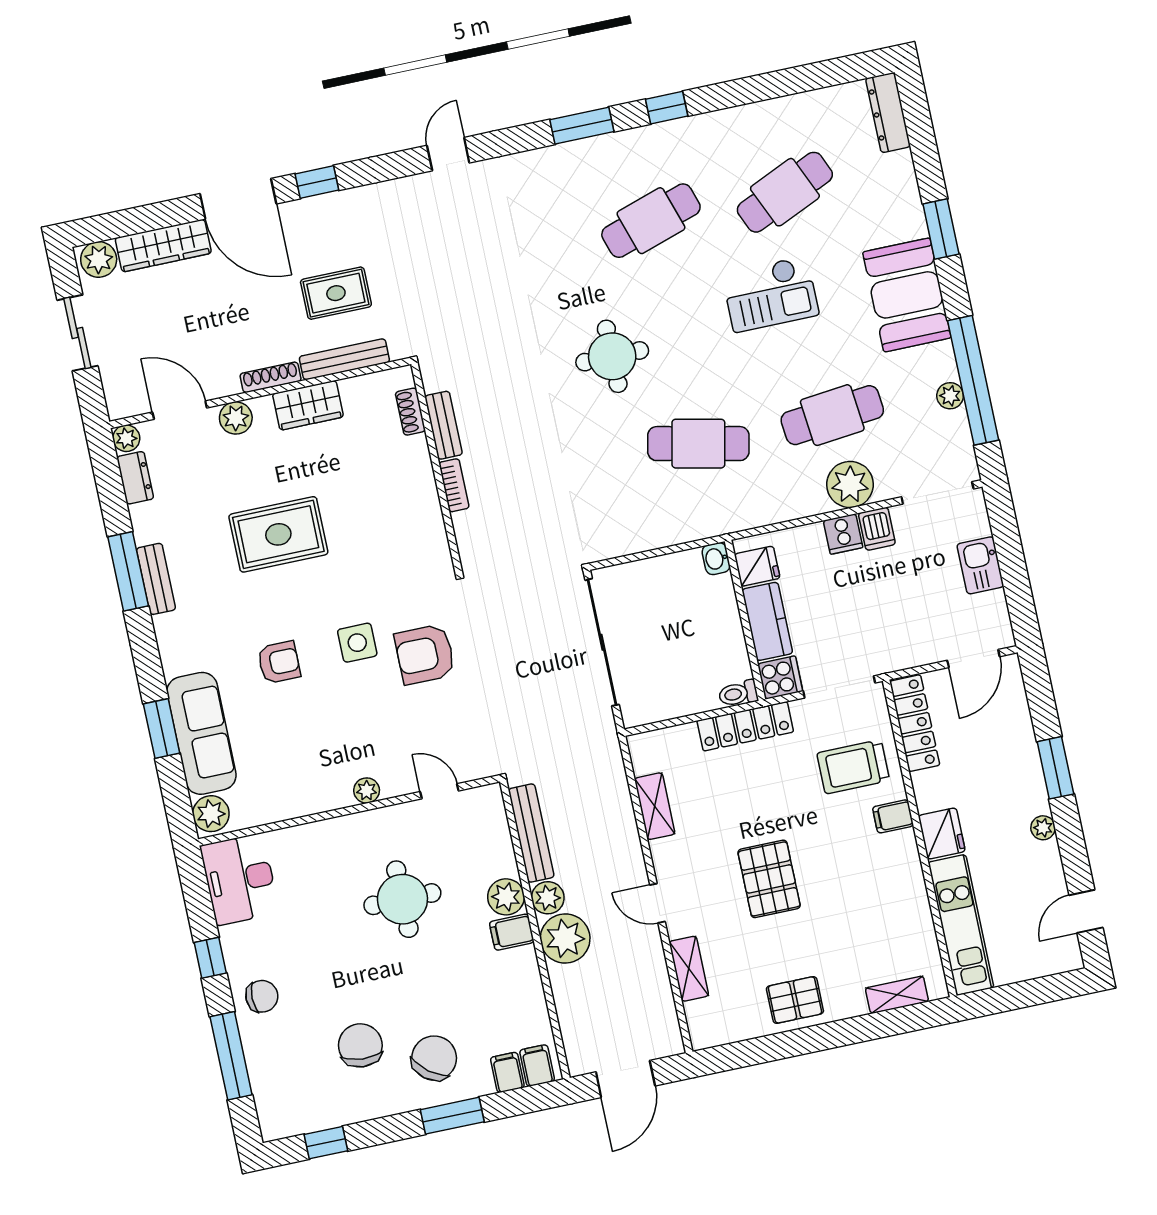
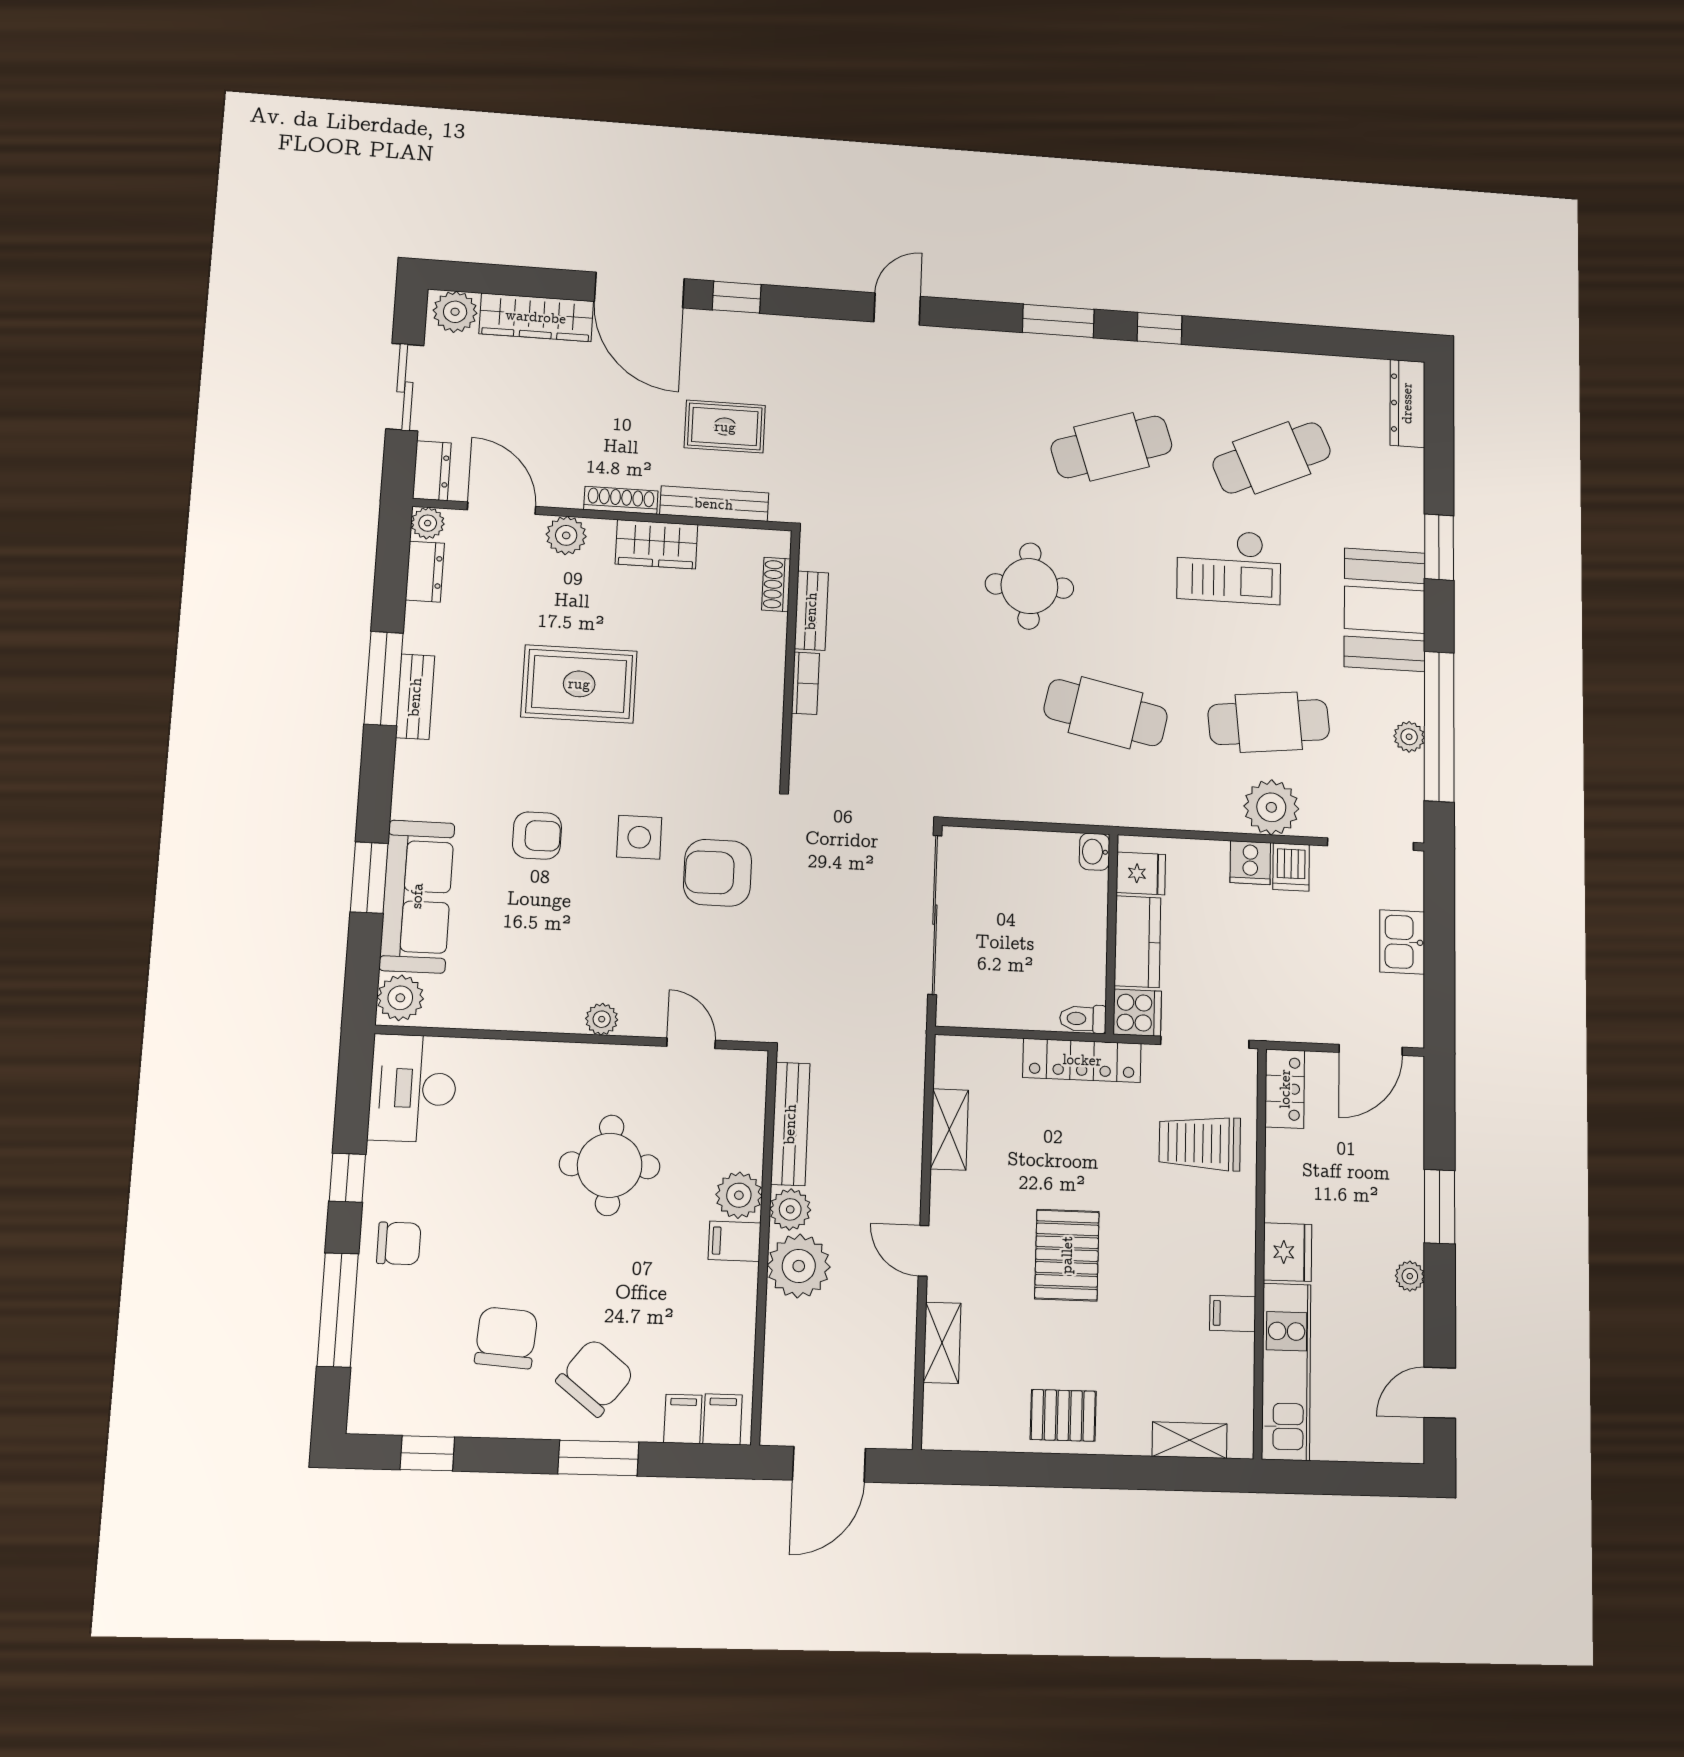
dresser: (118, 395) -> (432, 471), added
locker: (915, 723) -> (1285, 1089), width x0.66
filing cabinet: (893, 816) -> (1233, 1313), moved

